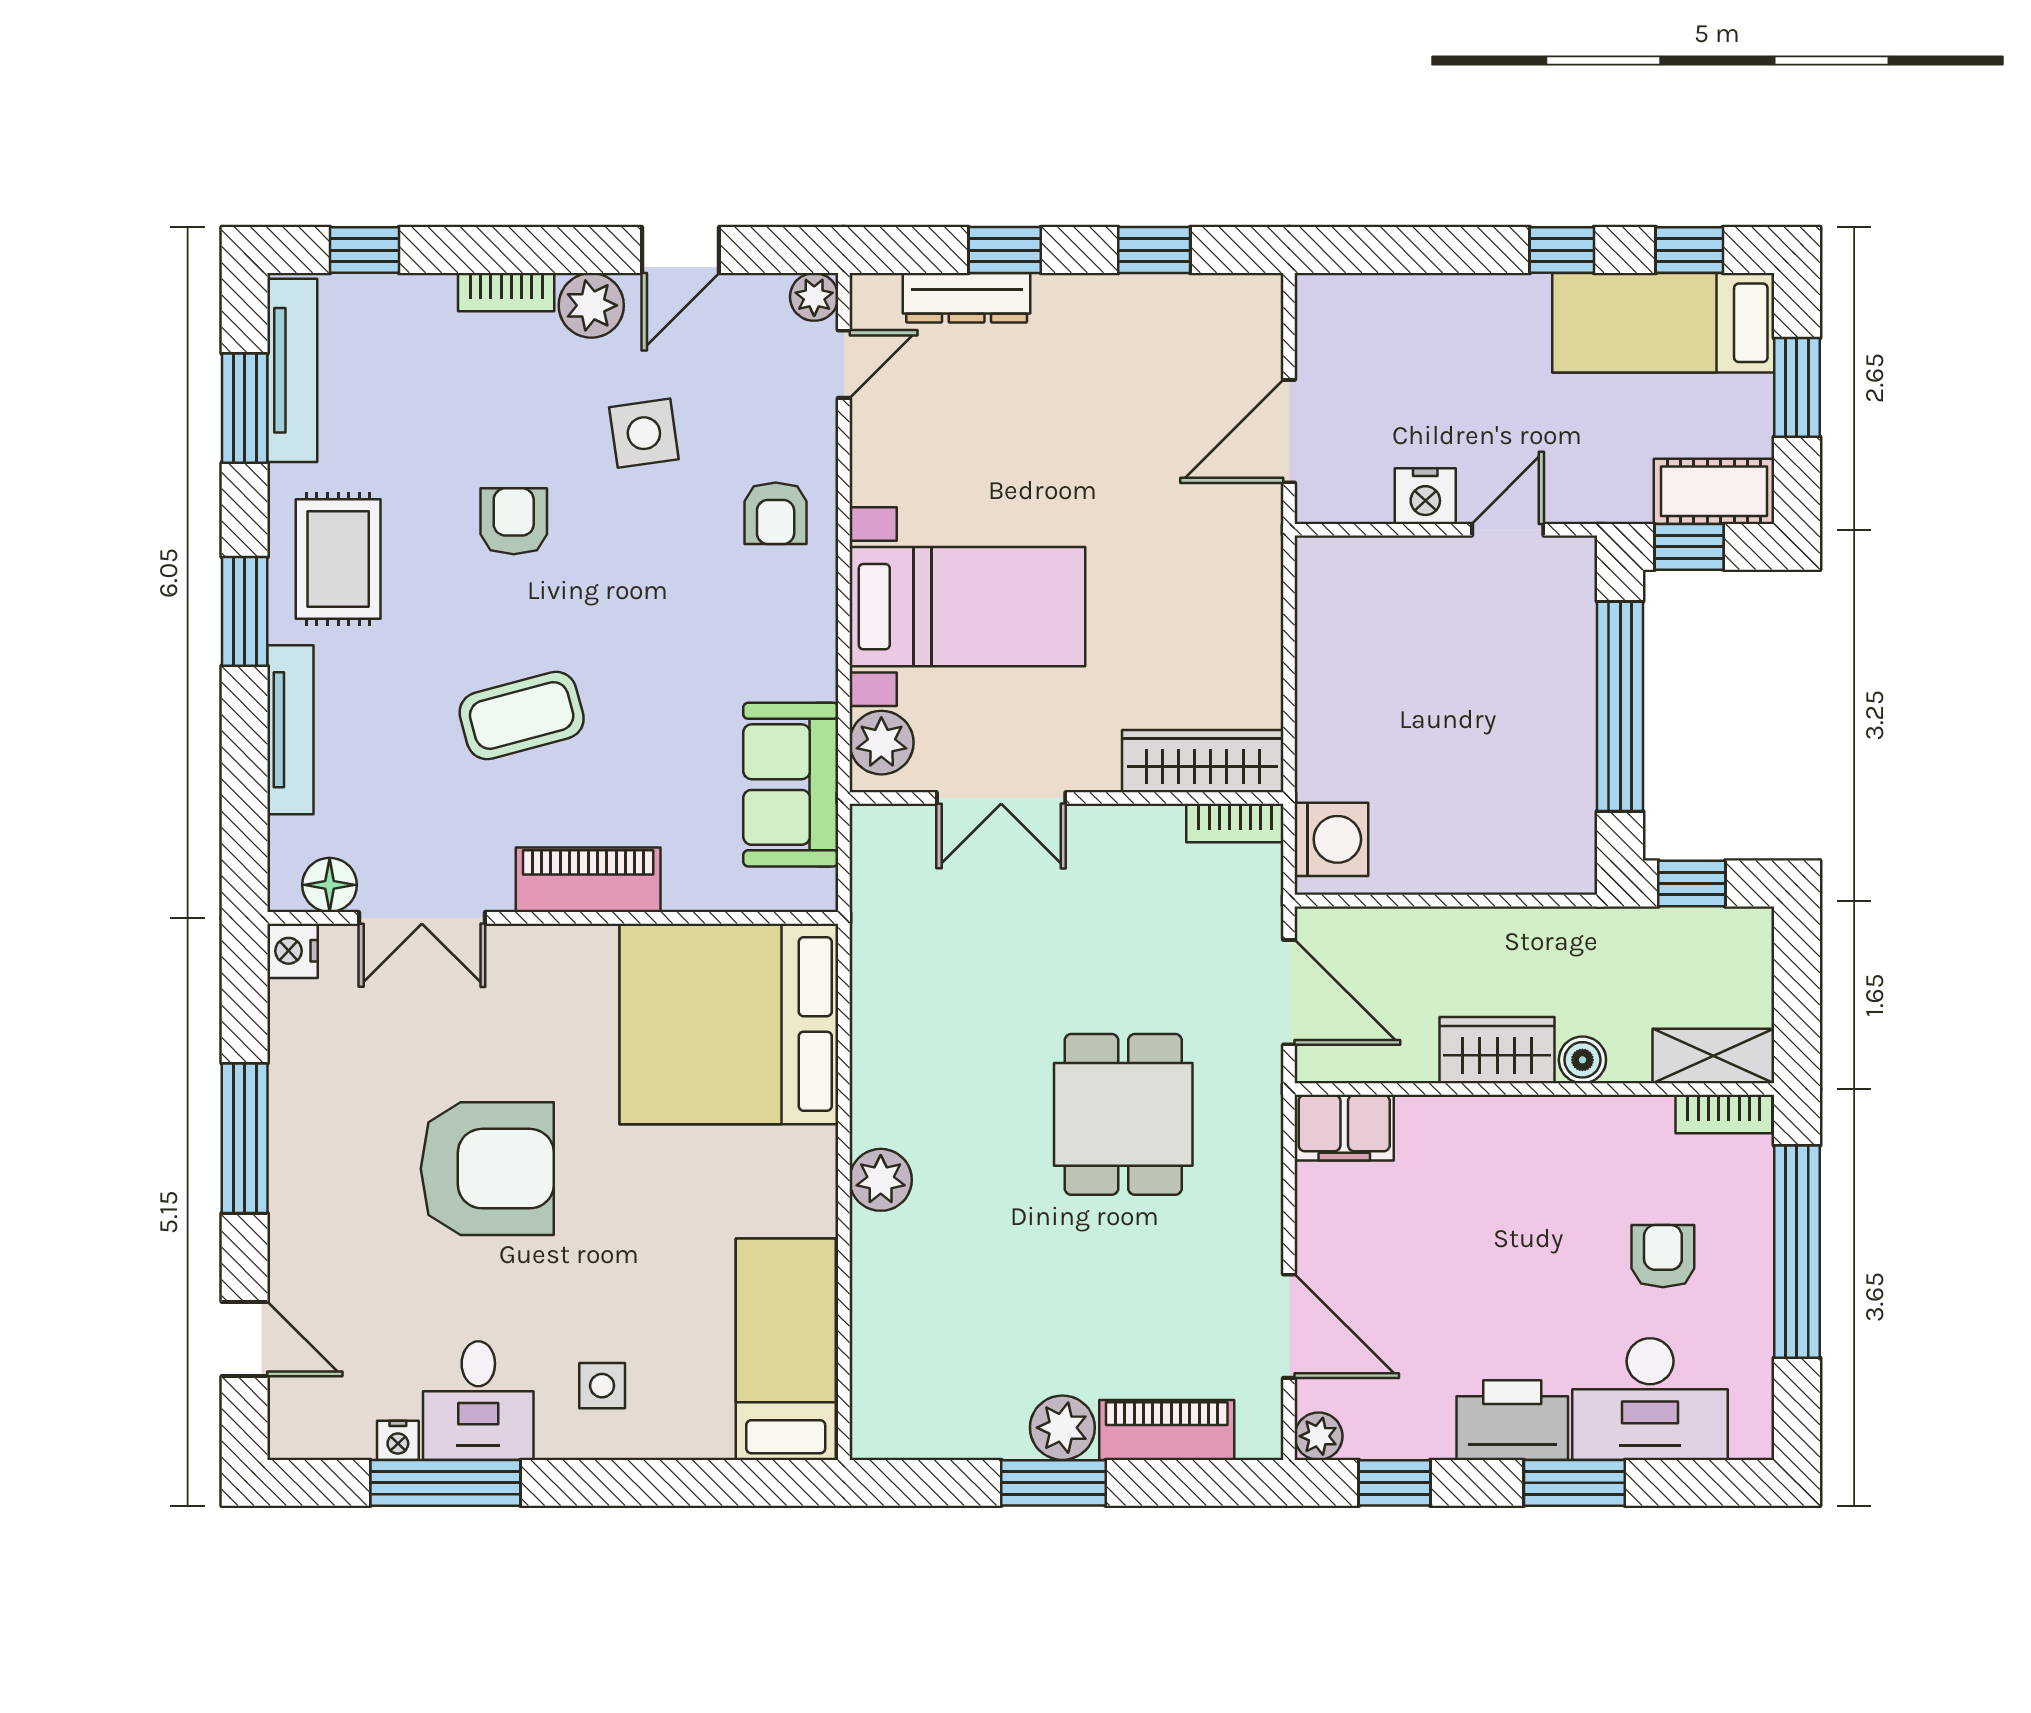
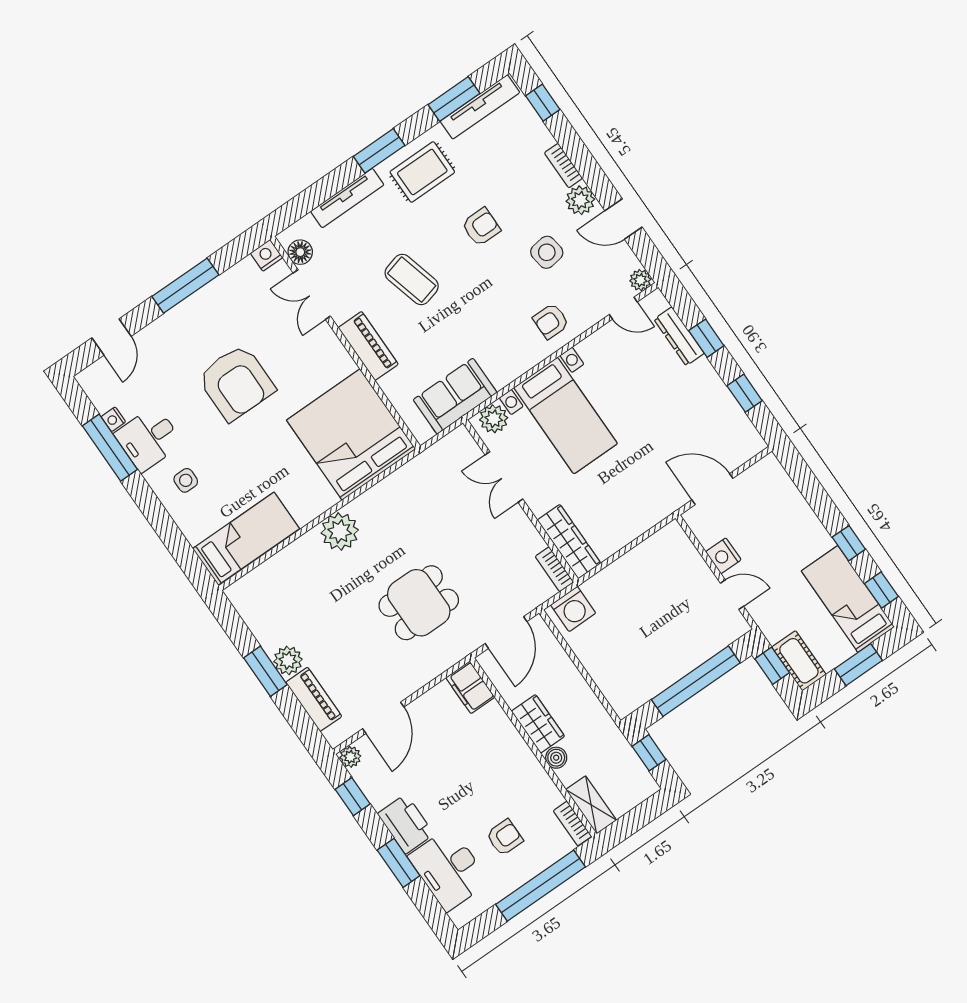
plant: (881, 1180) -> (340, 531), width x1.36, depth x1.36

